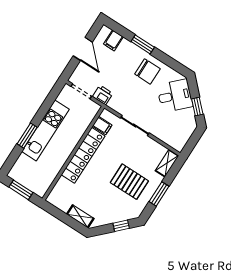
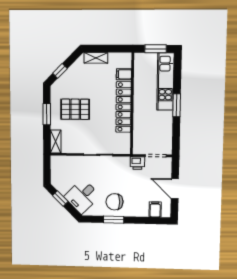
window: (143, 44) -> (114, 220), moved
filing cabinet: (102, 126) -> (124, 74), moved
kitchen unit: (45, 130) -> (165, 82), moved
window: (27, 136) -> (177, 105), moved

